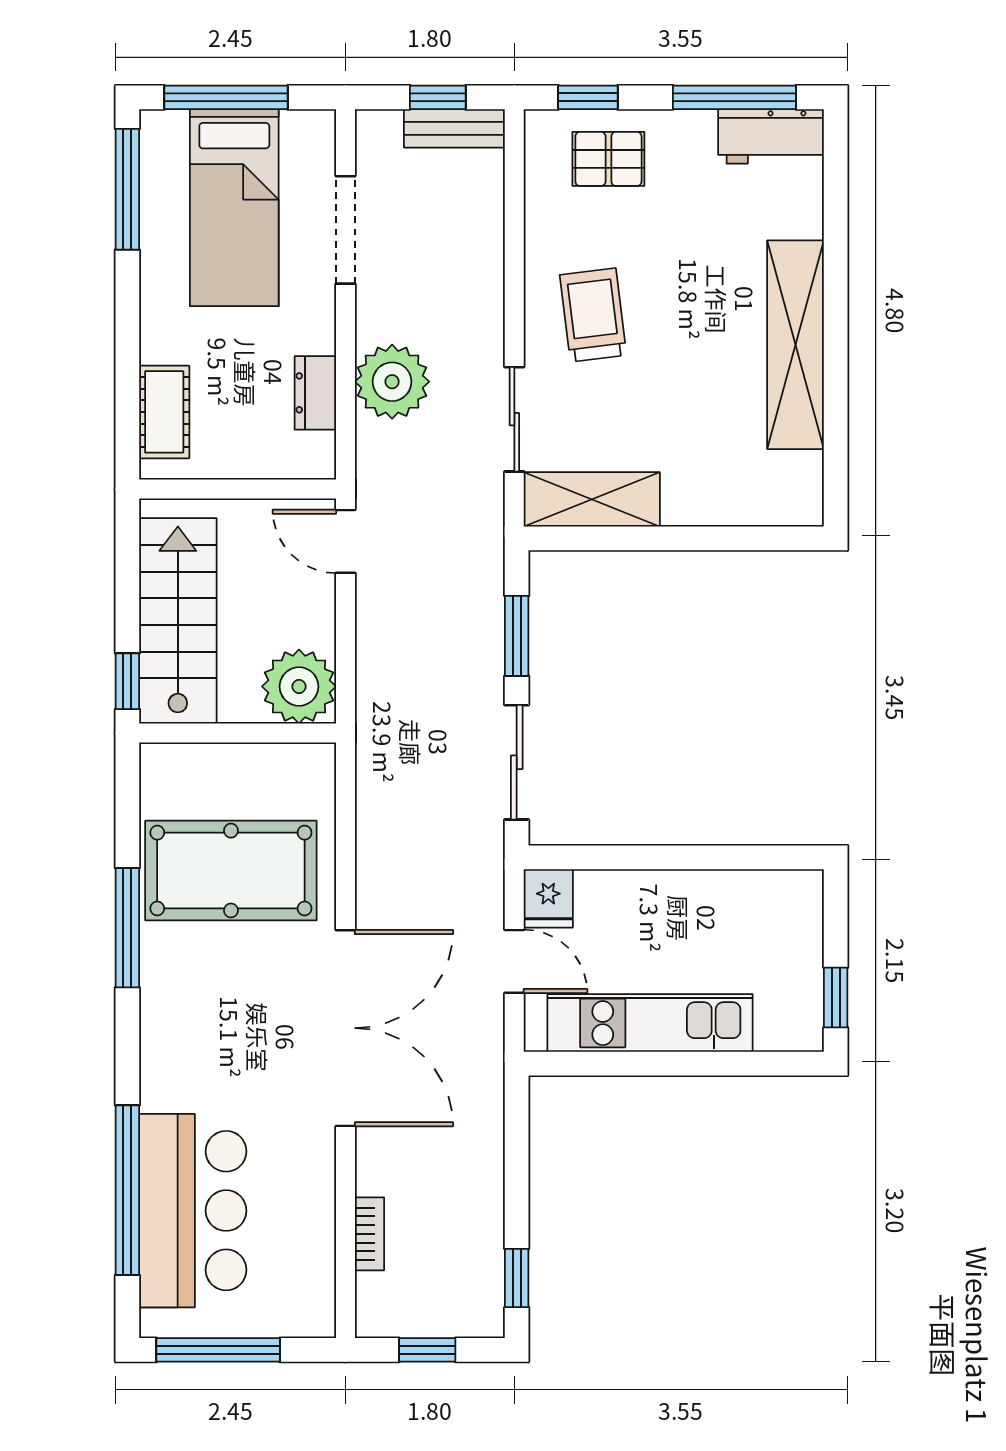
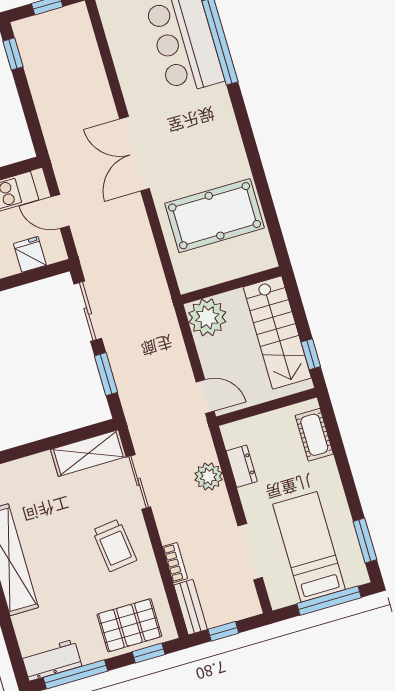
bench: (454, 128) -> (191, 607), moved, turned 90
pallet: (608, 159) -> (129, 625), width x1.50, depth x1.42
window: (127, 189) -> (365, 541), width x0.69
plant: (392, 382) -> (209, 476), width x0.73, depth x0.73
window: (127, 681) -> (311, 354), moved
fridge: (548, 898) -> (30, 254), moved
window: (127, 928) -> (258, 172), removed
double door: (345, 1028) -> (135, 154), width x0.73
bookcase: (369, 1234) -> (175, 563), moved, turned 180

